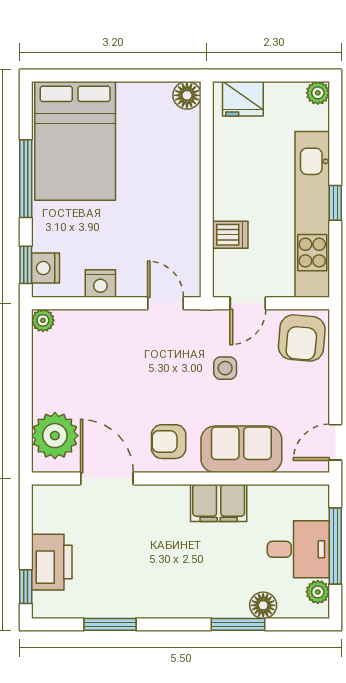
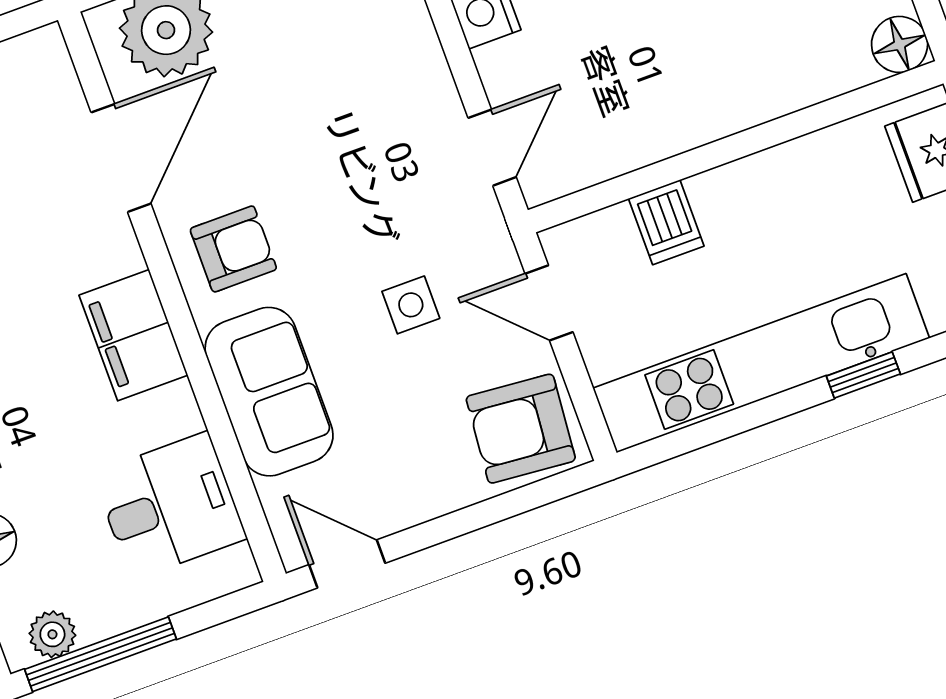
window: (335, 203) -> (863, 375), moved
armchair: (169, 442) -> (233, 249), turned 90
filing cabinet: (219, 503) -> (133, 335), moved
window: (335, 546) -> (100, 654), moved
desk: (298, 549) -> (170, 506), moved, turned -90

